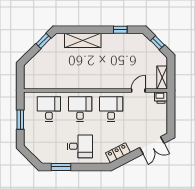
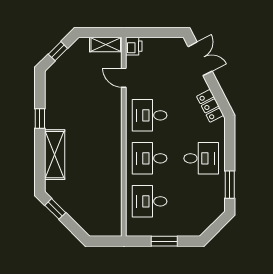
window: (120, 30) -> (40, 119), moved
desk: (80, 146) -> (201, 158), turned 90

